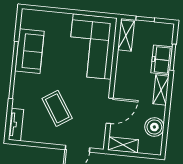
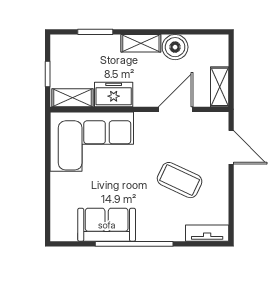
freezer: (161, 60) -> (114, 94), moved, turned 180
coffee table: (57, 108) -> (180, 180), turned 58
door: (110, 111) -> (176, 109), hinge flipped
boiler: (154, 127) -> (175, 47), moved

